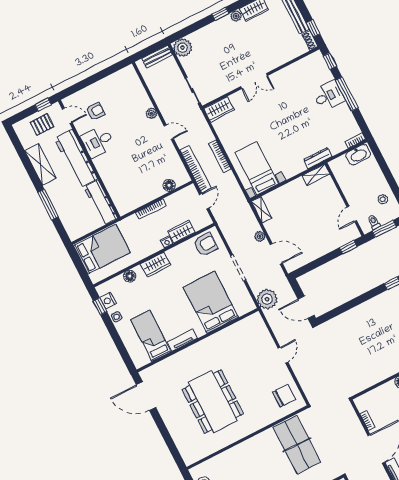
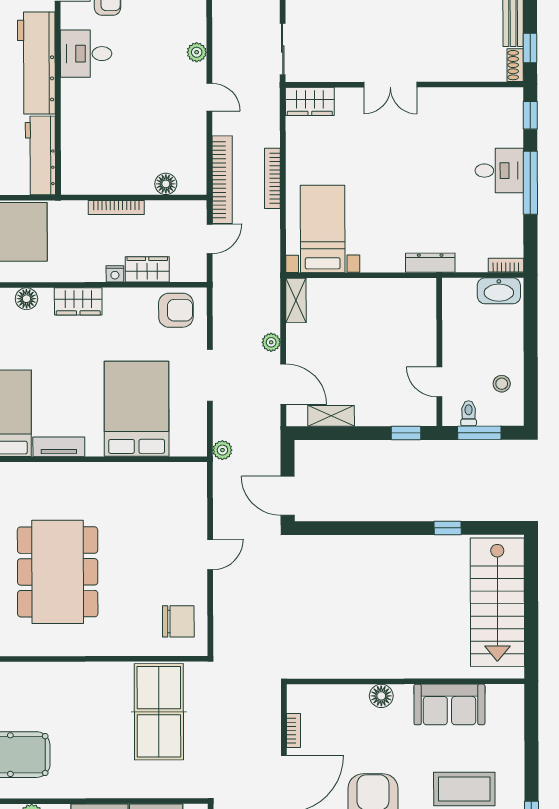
shelving: (316, 175) -> (331, 416), moved
door: (352, 214) -> (439, 382), hinge flipped
plant: (267, 299) -> (222, 450), width x0.53, depth x0.53

